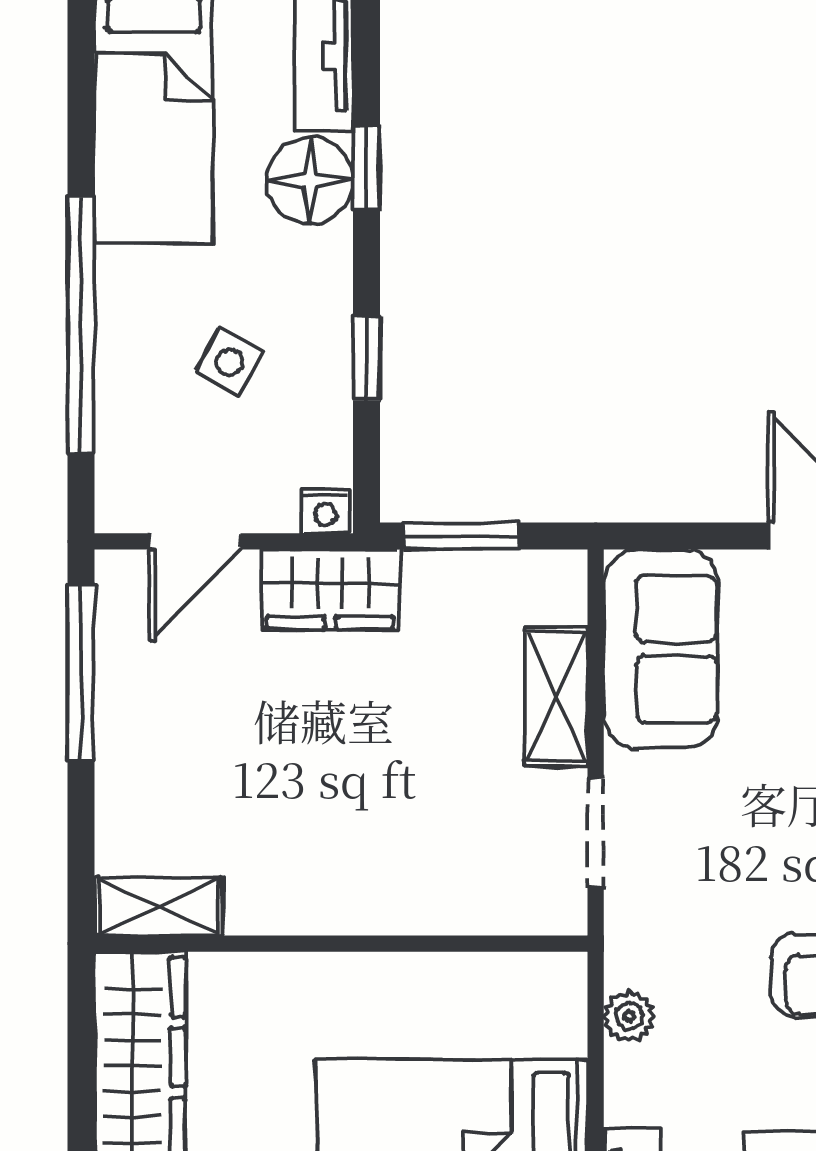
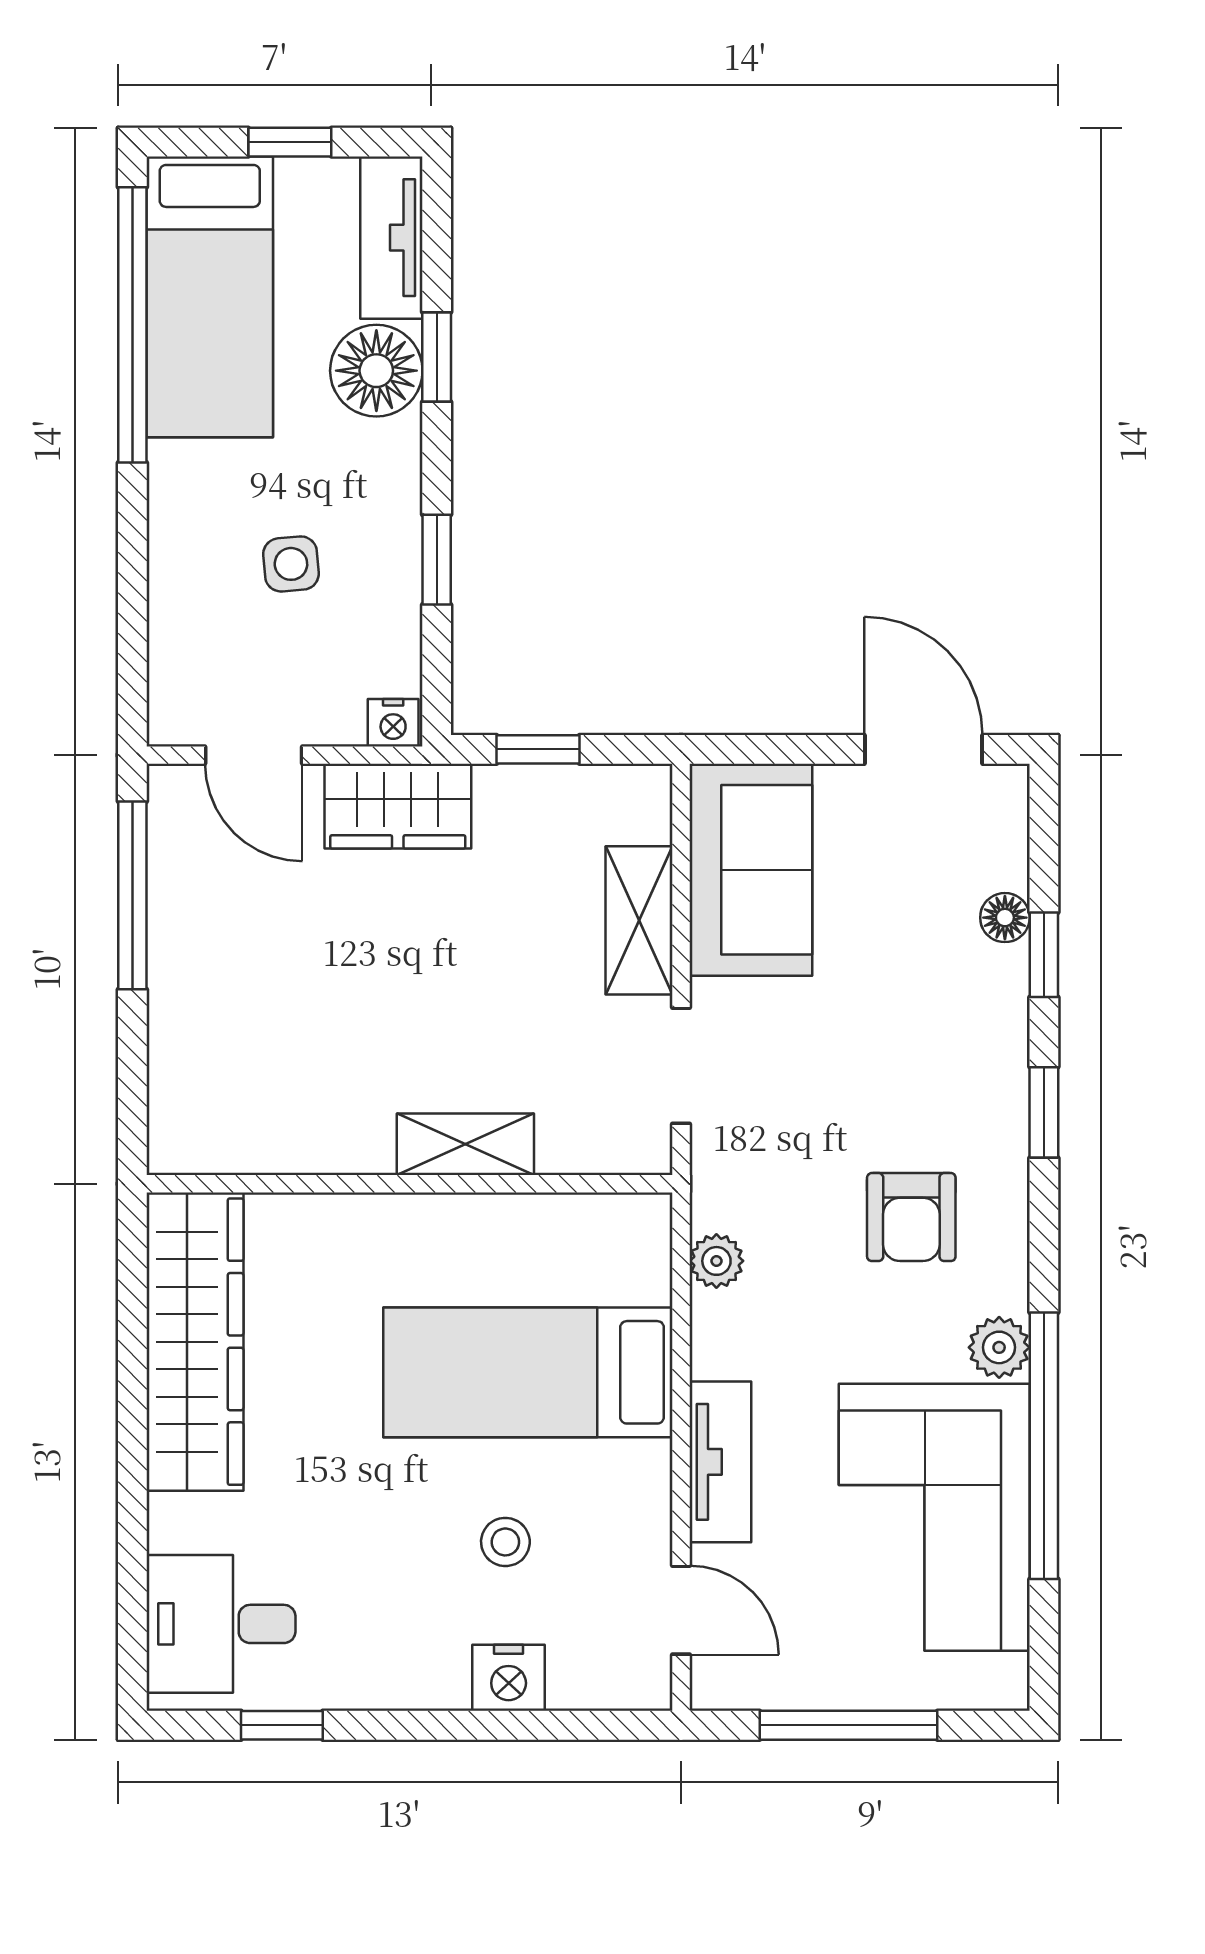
window: (81, 325) -> (132, 325), moved
side table: (230, 362) -> (291, 564), turned -35
window: (462, 536) -> (538, 749), width x0.67
door: (195, 541) -> (254, 755), hinge flipped
shelving: (159, 907) -> (465, 1144), moved

